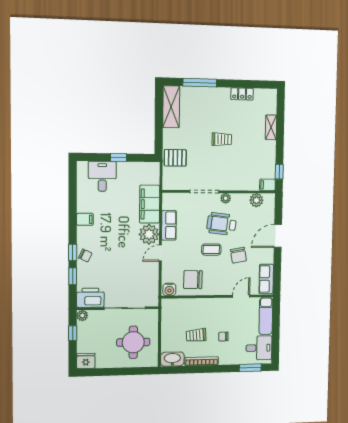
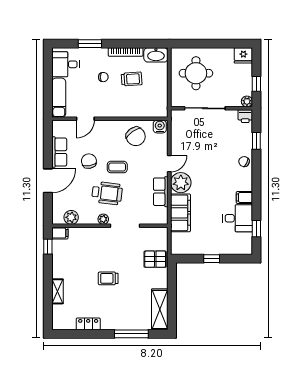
desk: (102, 176) -> (238, 218), moved, turned -90
window: (73, 252) -> (256, 229), moved
row of seats: (266, 279) -> (59, 152), moved
chair: (193, 280) -> (136, 136), turned 54
printer: (90, 298) -> (245, 116), width x0.53, depth x0.68
window: (250, 368) -> (90, 44), moved

